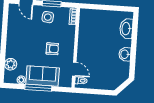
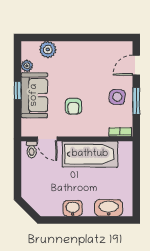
bathtub: (87, 39) -> (90, 154), added
door: (74, 69) -> (47, 139), hinge flipped
window: (38, 88) -> (18, 90), width x0.46

